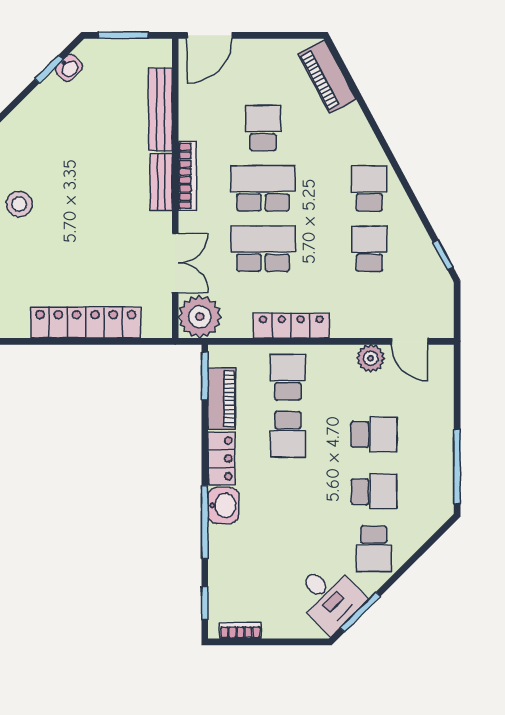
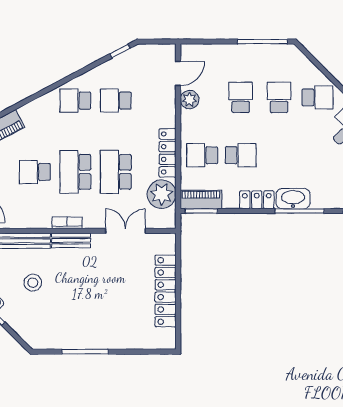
bookcase: (187, 176) -> (67, 223), width x0.64
stool: (19, 204) -> (33, 283), moved
plant: (200, 317) -> (162, 194), moved
piano: (222, 399) -> (201, 200), moved
washbasin: (223, 505) -> (293, 199), width x1.38

